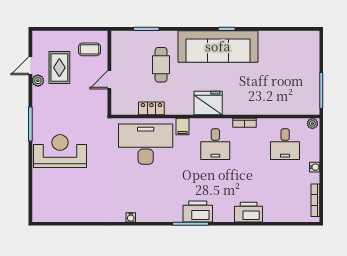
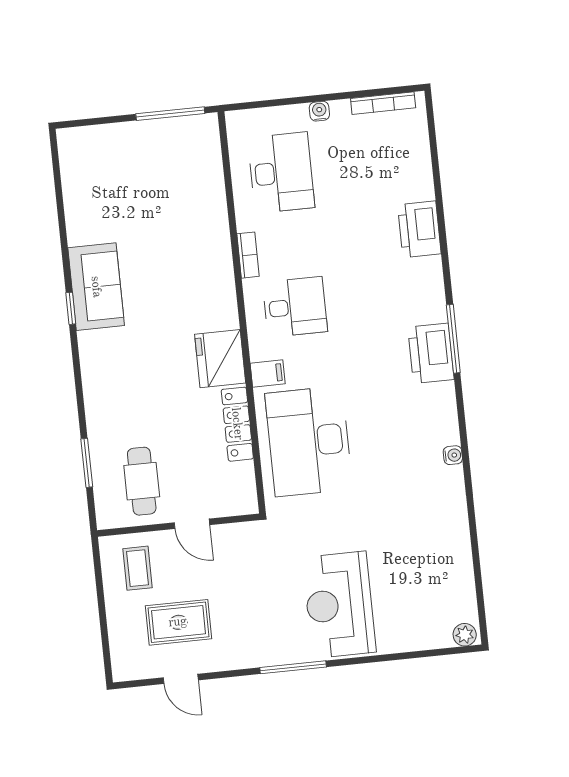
sofa: (218, 46) -> (96, 287), width x0.54, depth x0.79
cafe table: (161, 65) -> (142, 481), moved, turned 90
plant: (38, 81) -> (465, 635), moved
fridge: (208, 103) -> (220, 359), moved
locker: (151, 108) -> (237, 424), width x1.53
plant: (312, 123) -> (236, 124), removed
desk: (285, 144) -> (281, 173), width x1.37
printer: (198, 212) -> (431, 353), moved

